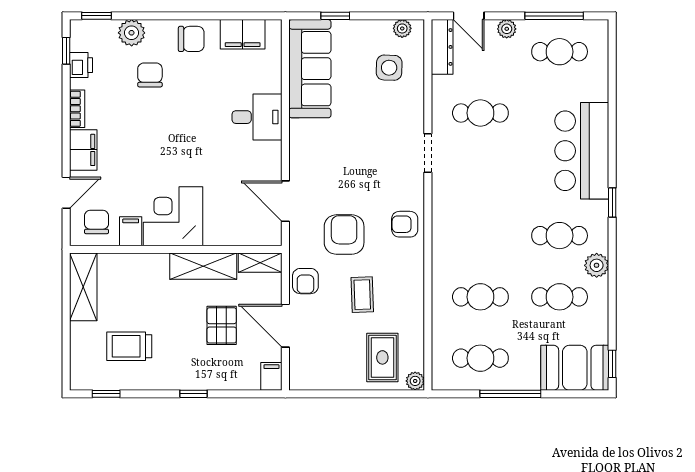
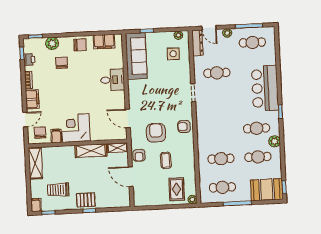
pallet: (222, 325) -> (86, 200), moved, turned 90
filing cabinet: (271, 376) -> (36, 205), moved

